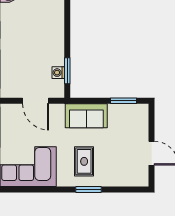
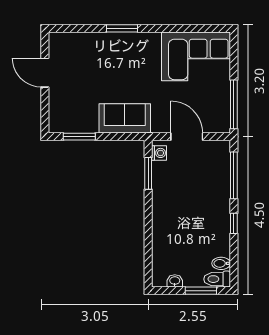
washing machine: (58, 73) -> (159, 153), moved
rug: (84, 161) -> (127, 63), removed

